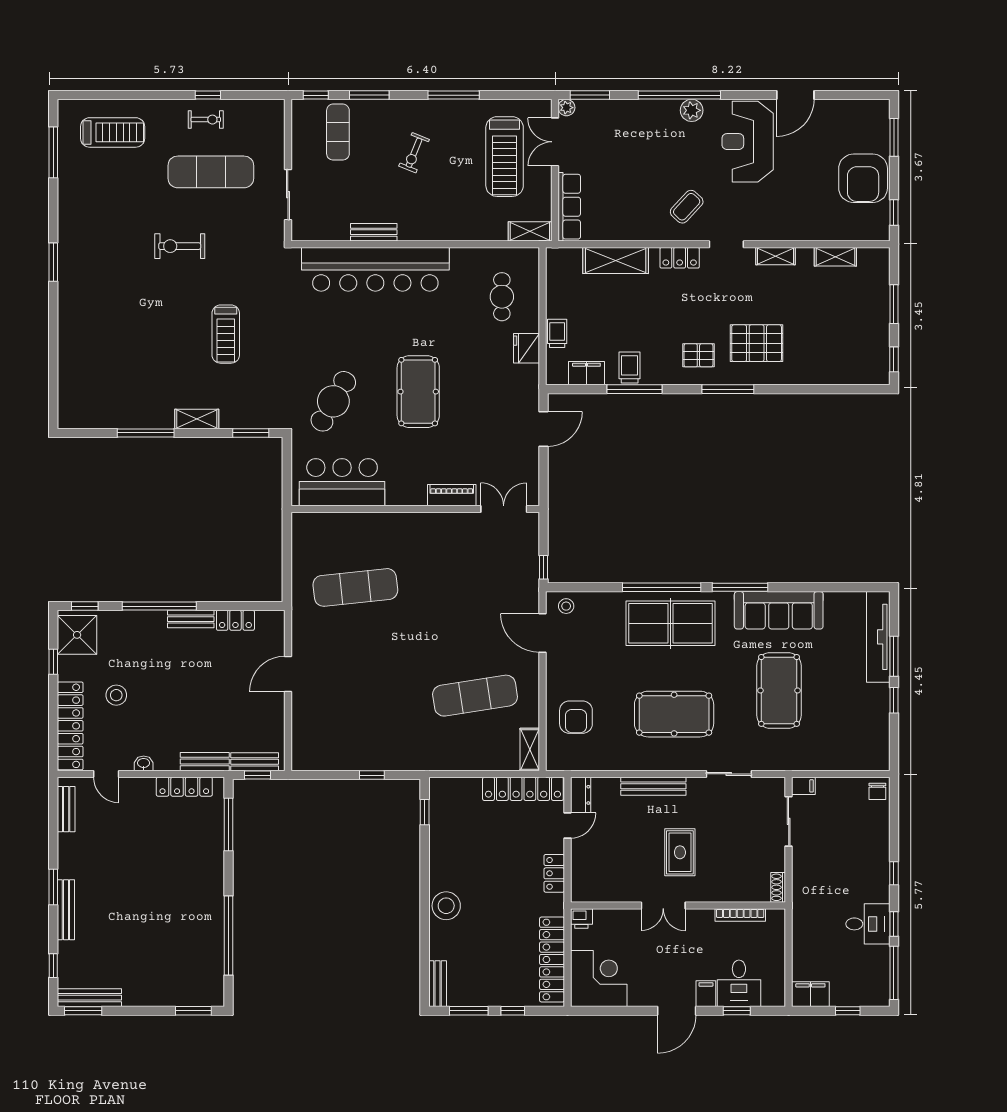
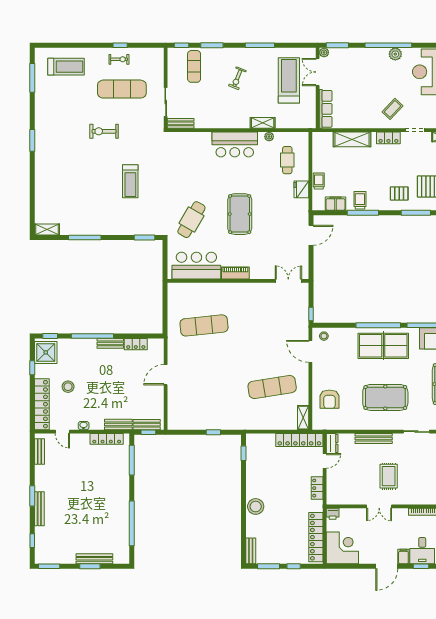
treadmill: (505, 157) -> (289, 80), turned 180
shelving: (530, 231) -> (263, 123), moved
bench: (374, 232) -> (181, 123), moved
plant: (470, 255) -> (269, 137), added
bar counter: (375, 269) -> (235, 144), width x0.54
shelving: (197, 419) -> (47, 230), moved
piano: (452, 495) -> (235, 273), moved
bench: (89, 998) -> (94, 559), moved
window: (193, 1011) -> (90, 566), moved

